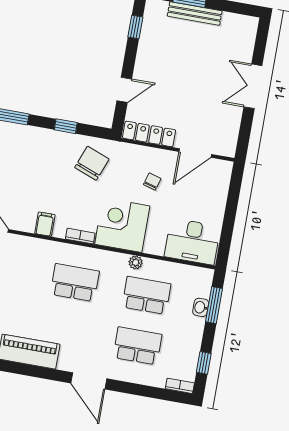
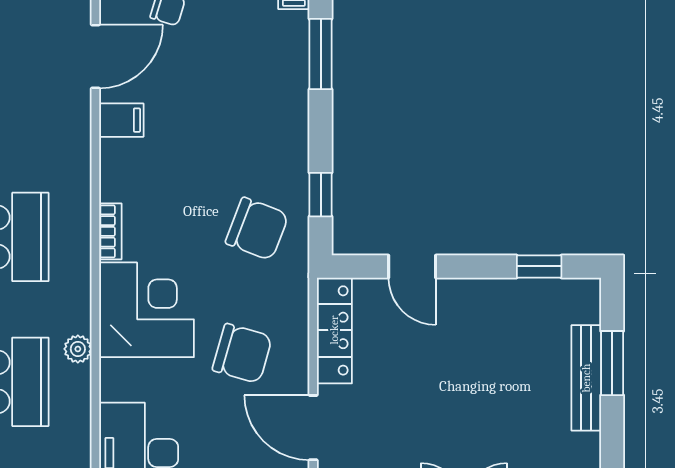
window: (66, 126) -> (321, 195), moved
chair: (152, 182) -> (242, 353), width x1.87, depth x1.87
filing cabinet: (45, 224) -> (121, 120), moved

